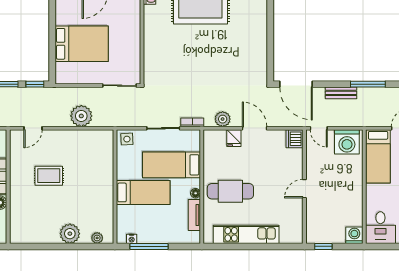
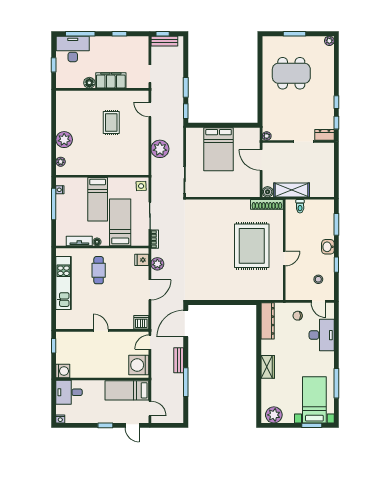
fridge: (234, 138) -> (142, 260), moved
cafe table: (230, 191) -> (99, 270), width x0.73, depth x0.74

